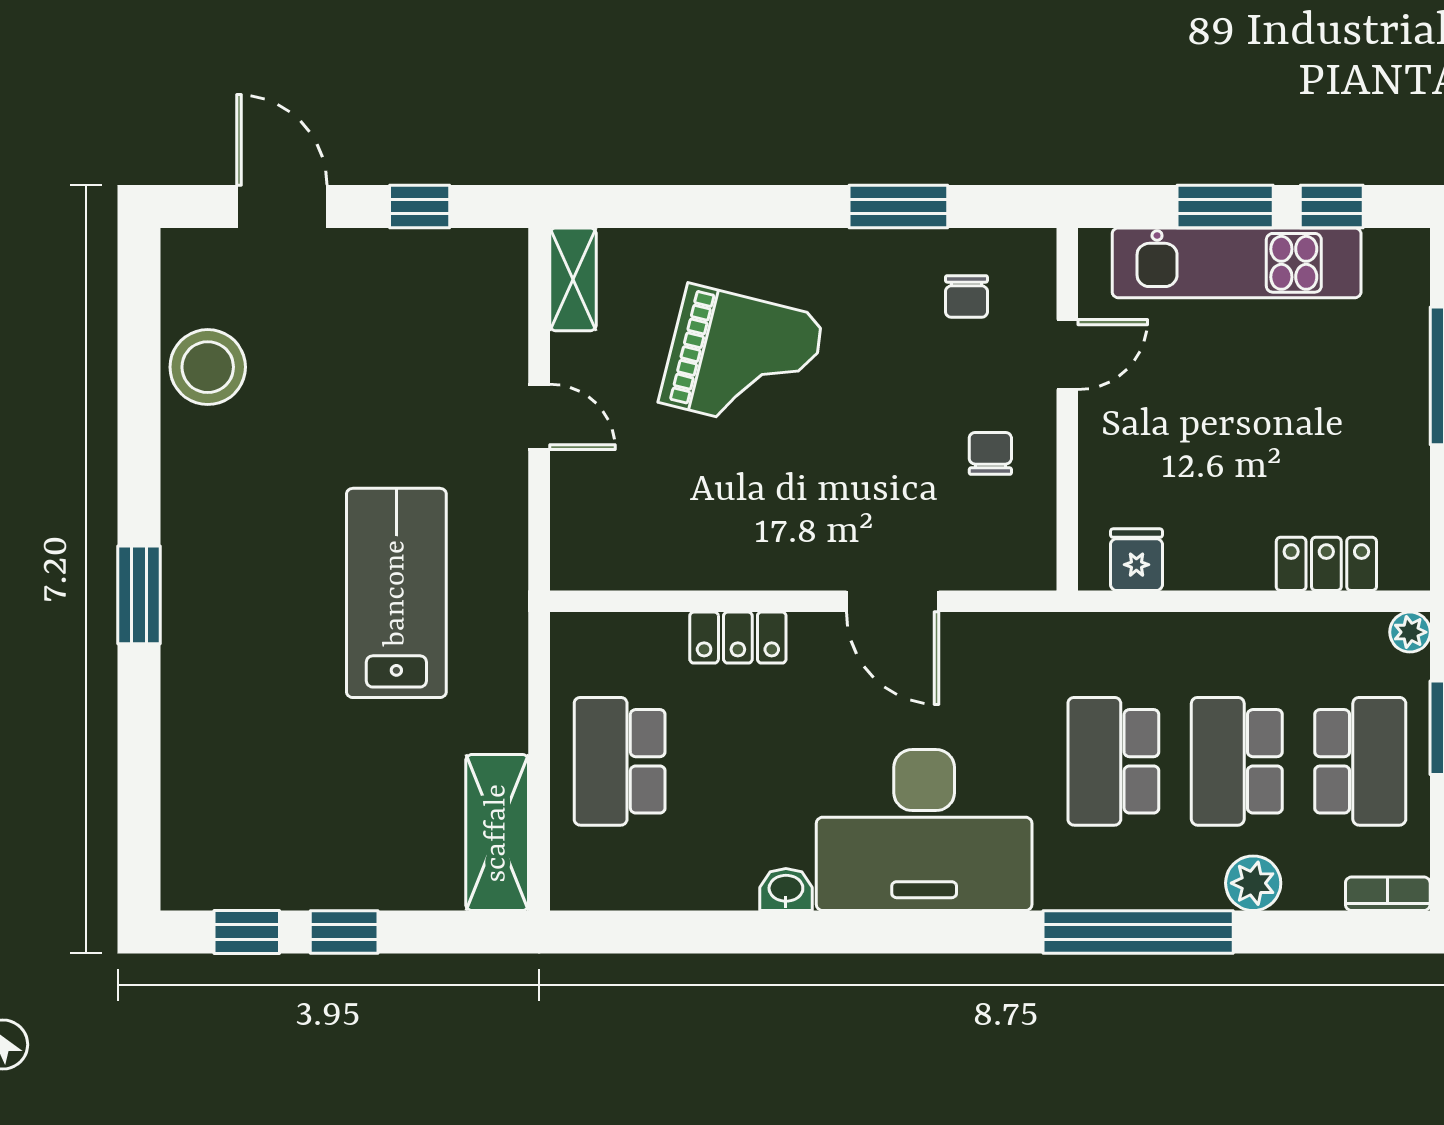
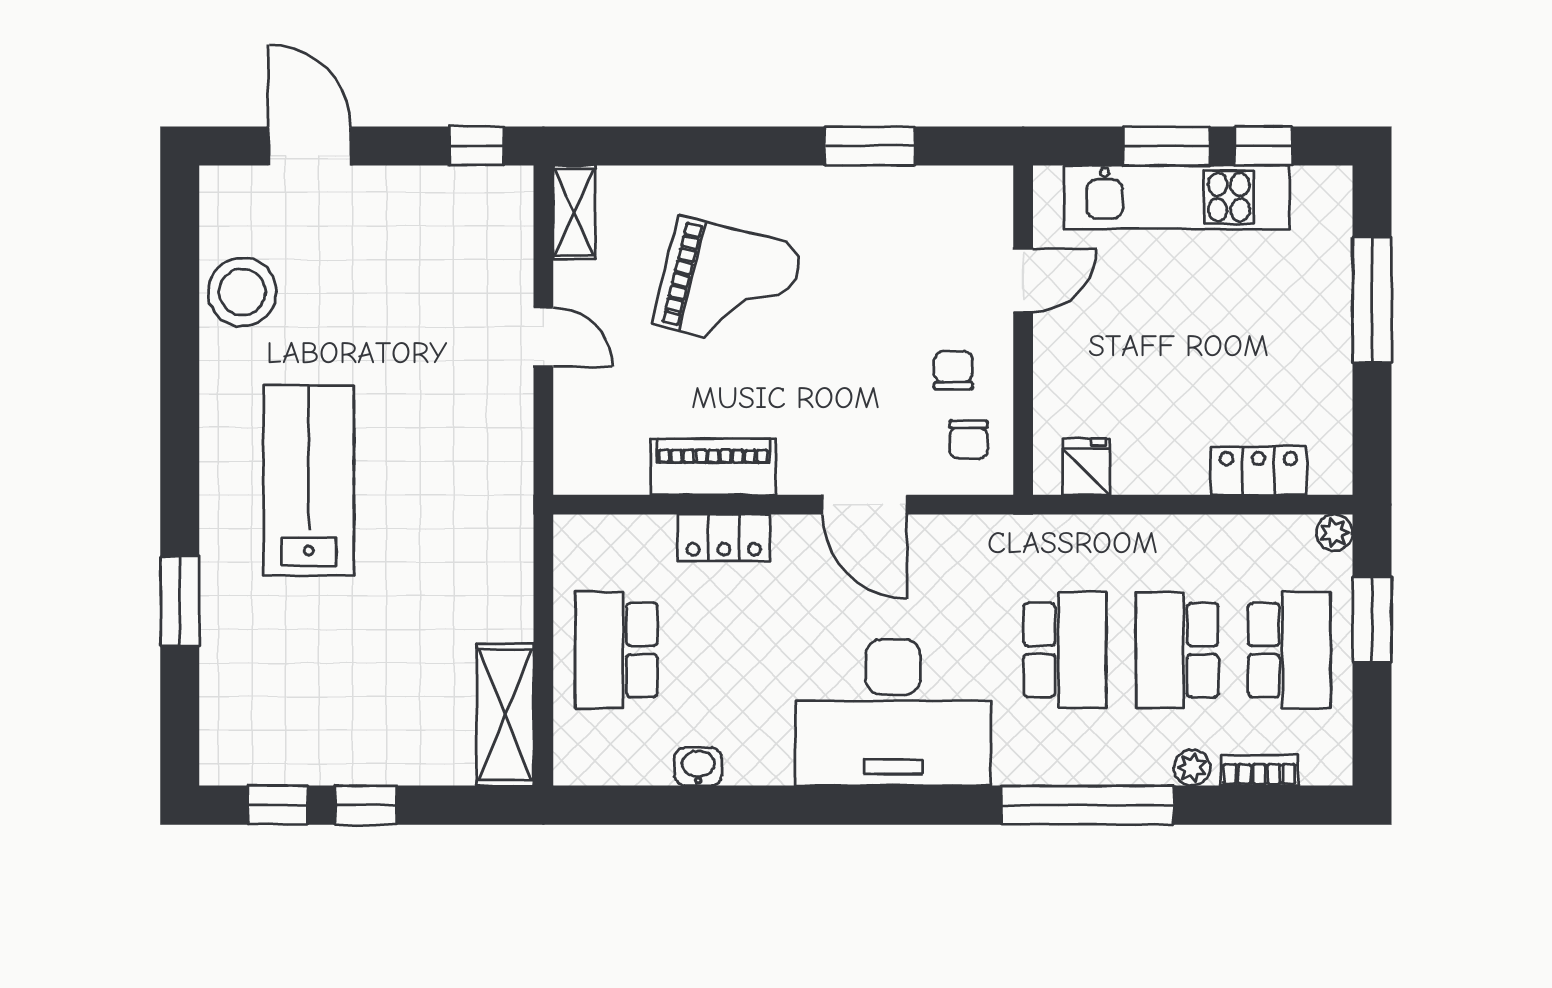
window: (420, 206) -> (477, 146), moved
chair: (966, 297) -> (969, 440), moved
piano: (726, 560) -> (713, 467), added
lab bench: (396, 593) -> (309, 480), moved
window: (139, 595) -> (180, 601), moved
school desk: (1113, 761) -> (1065, 650), turned 180
plant: (1253, 883) -> (1192, 768), width x0.73, depth x0.73
washbasin: (786, 890) -> (698, 767), moved
bookcase: (1388, 894) -> (1259, 770), moved

